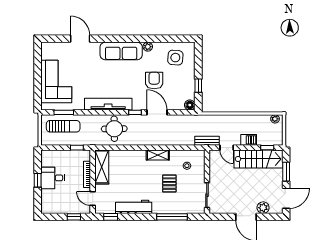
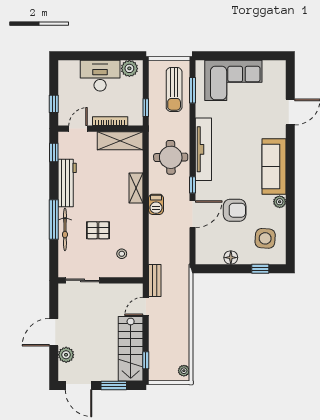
window: (198, 86) -> (260, 269), moved
floor lamp: (190, 105) -> (231, 258), moved
barbecue: (249, 140) -> (156, 204), moved
shelving: (158, 155) -> (136, 188), moved
plant: (47, 160) -> (129, 68), added
desk: (53, 178) -> (100, 76), width x1.37
window: (38, 180) -> (102, 56), removed
bicycle: (169, 208) -> (65, 229), added
window: (172, 217) -> (54, 220), moved

